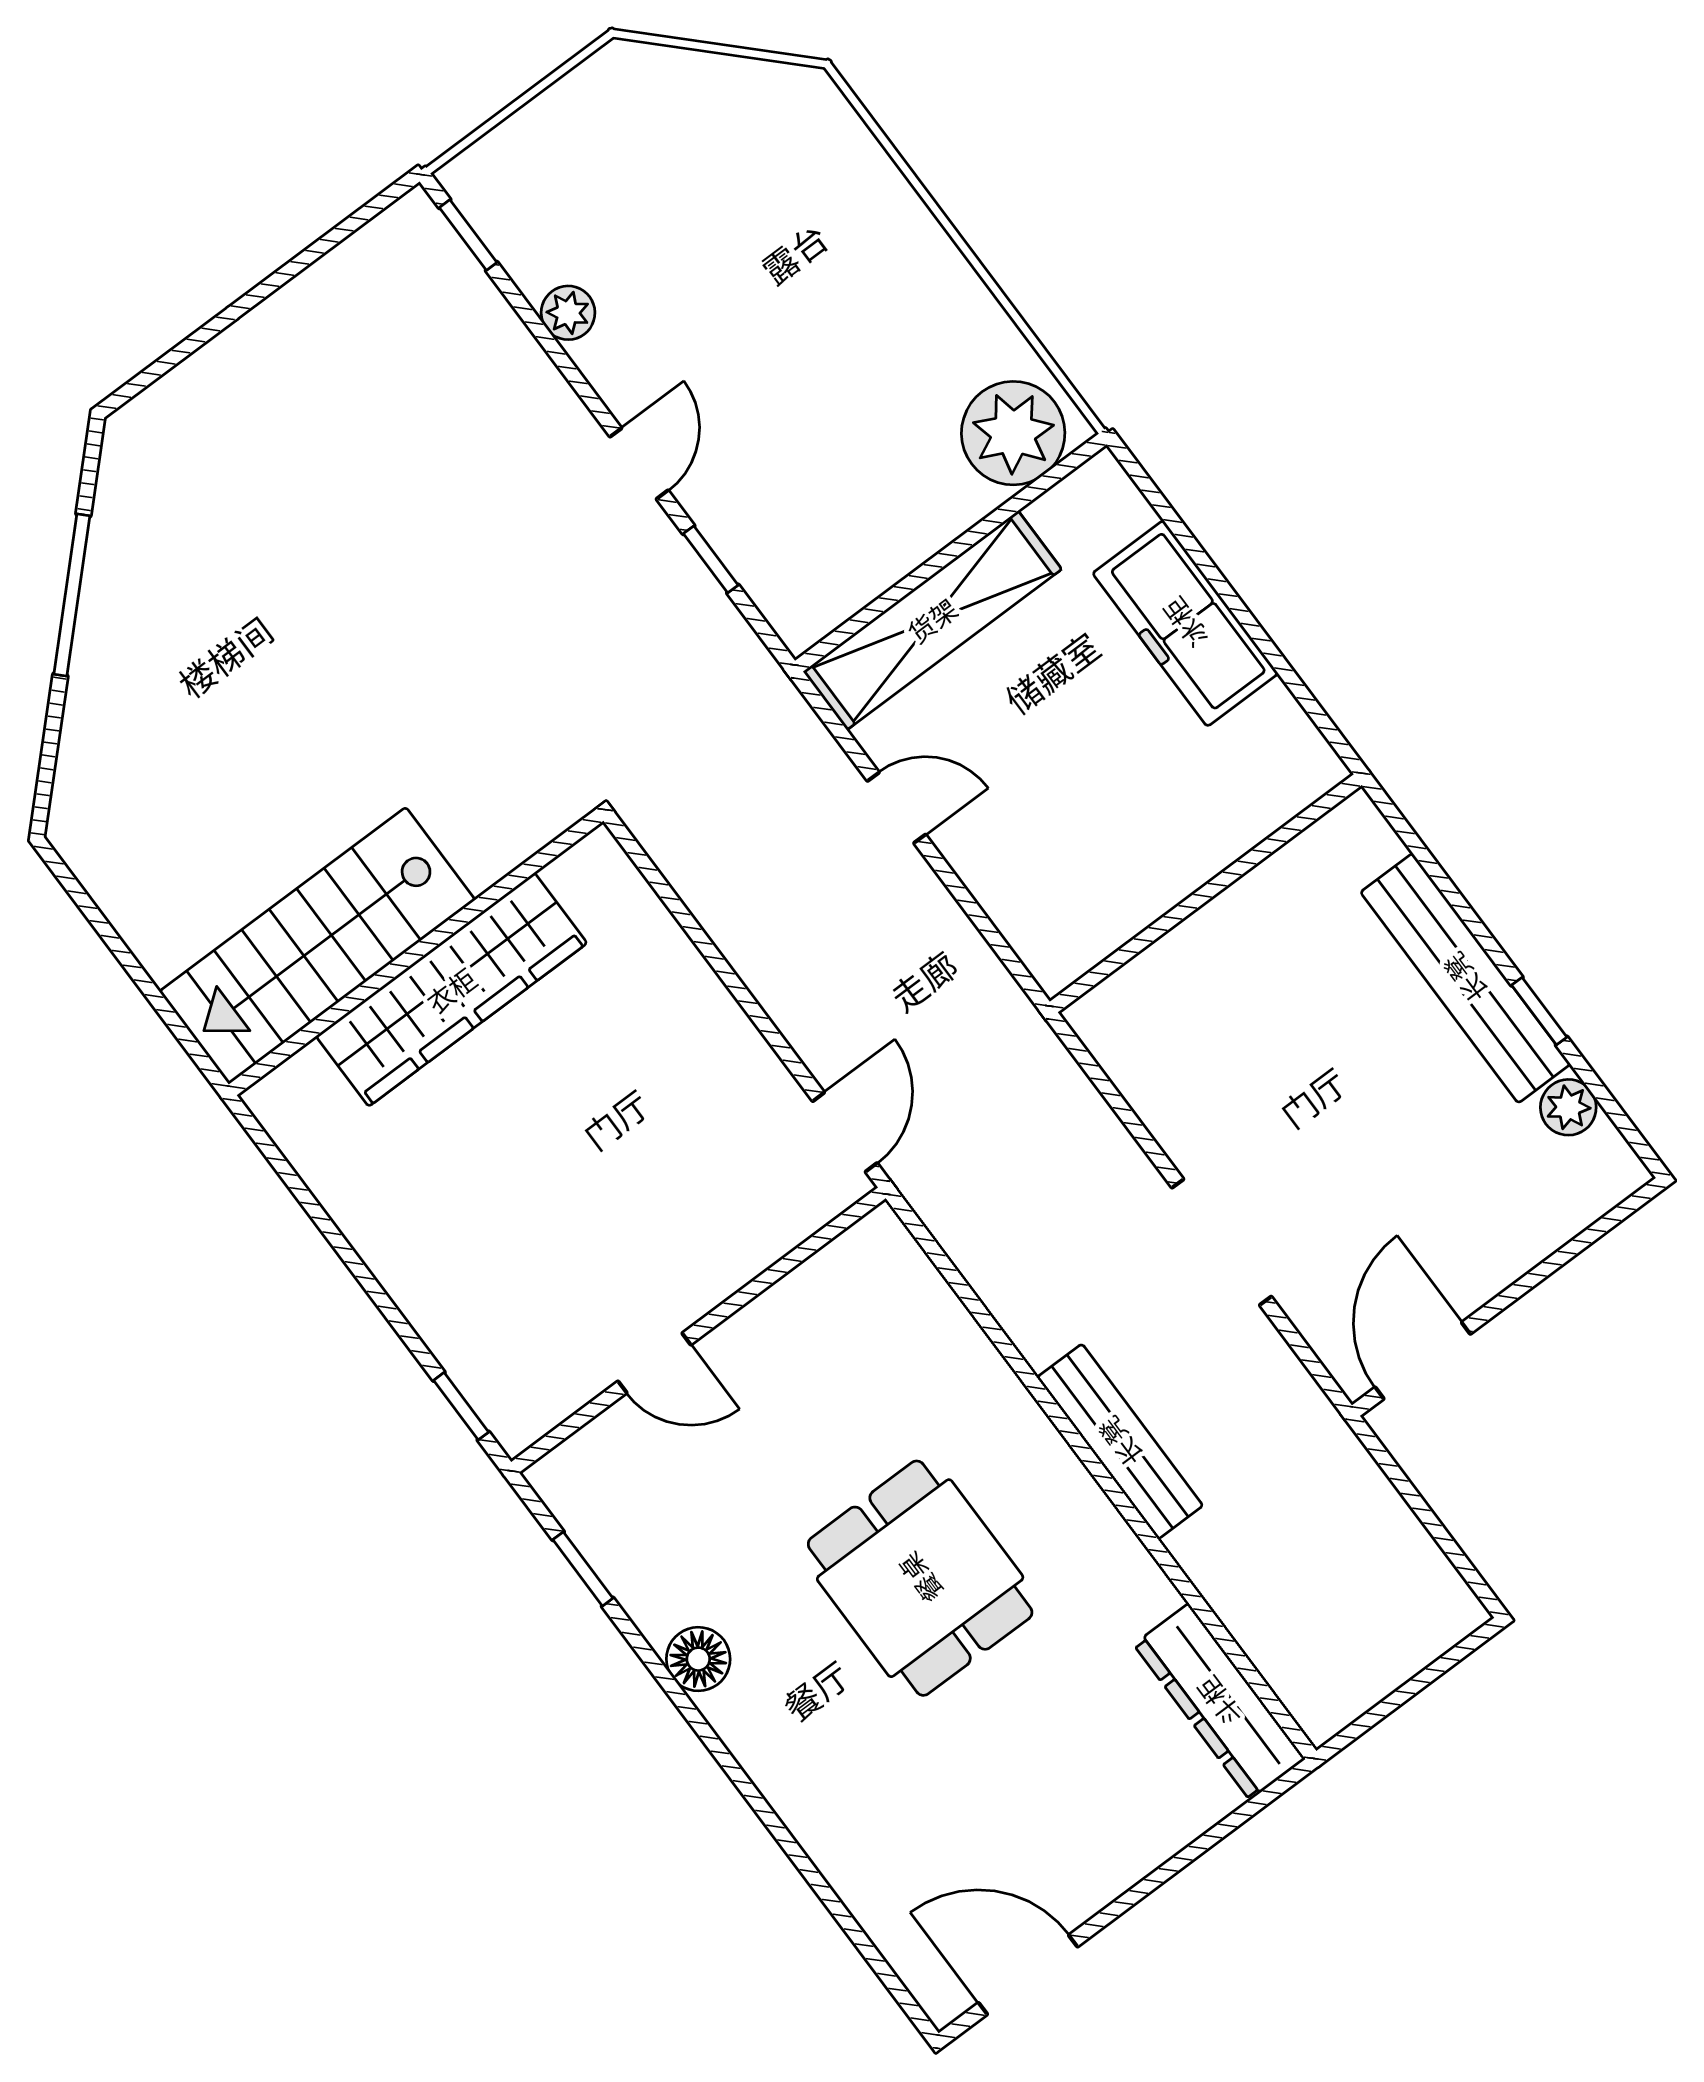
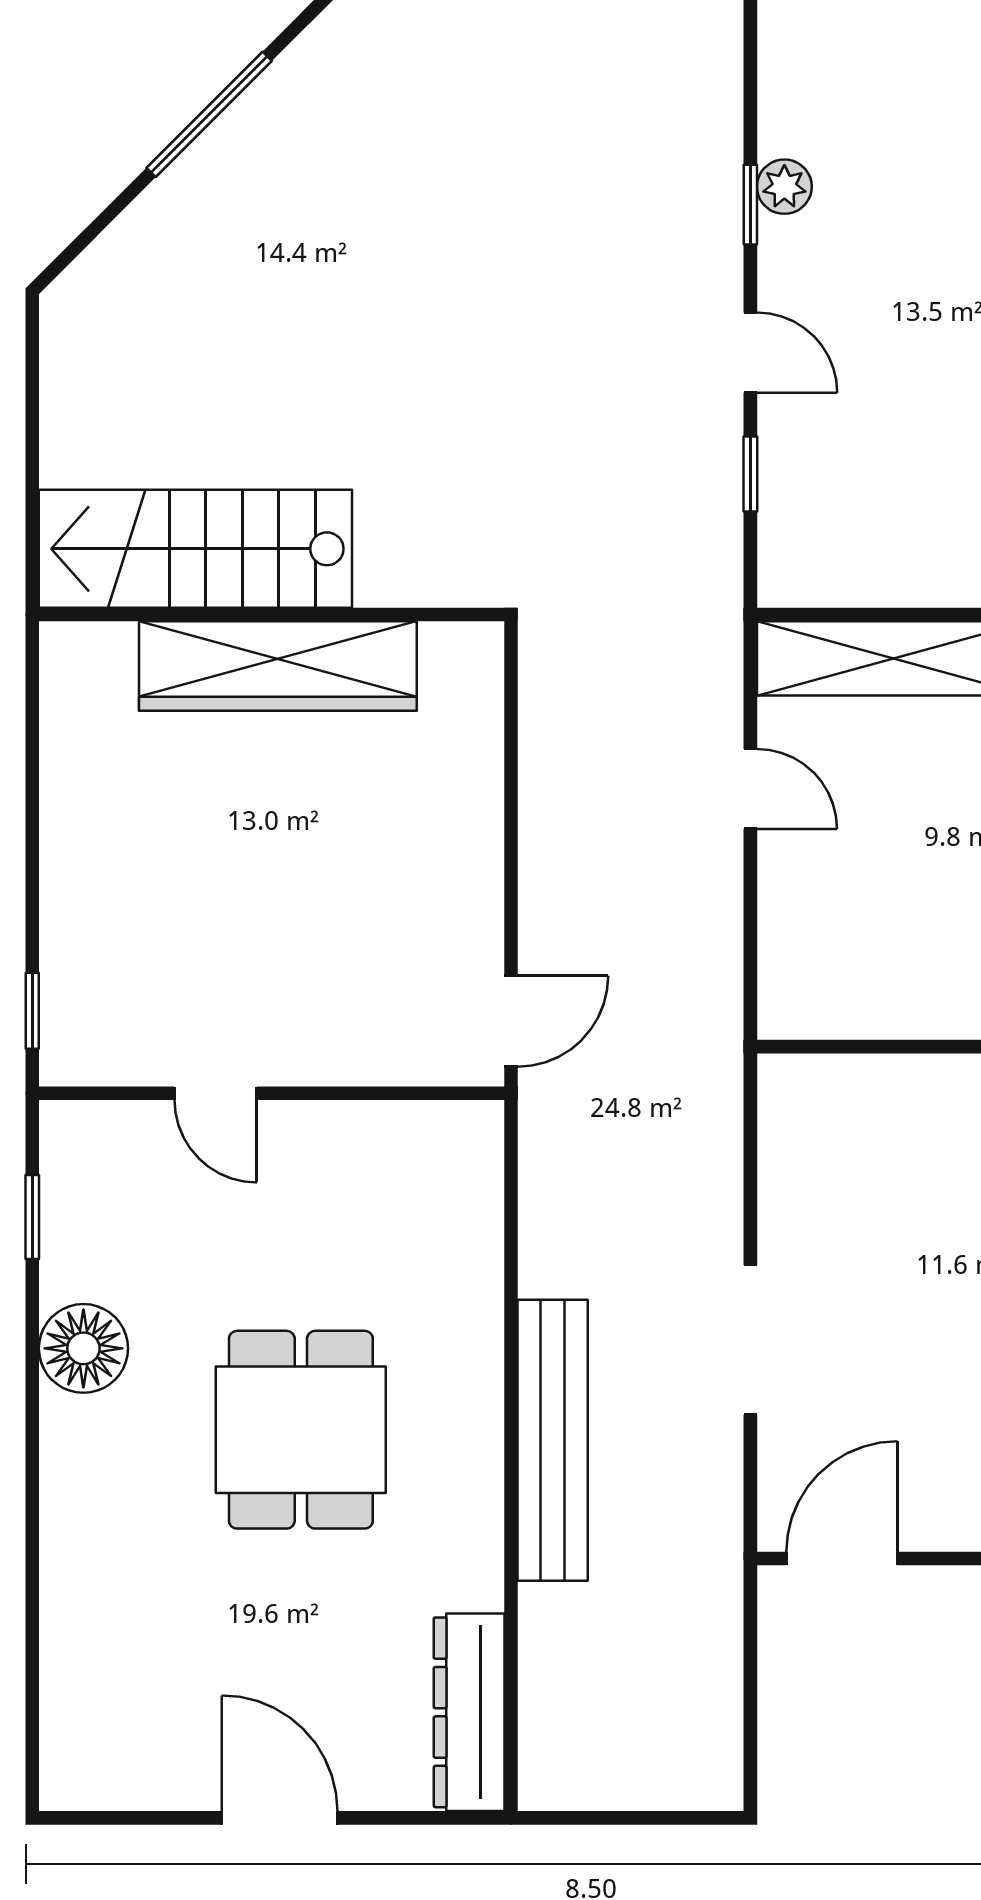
window: (468, 235) -> (750, 205), moved
door: (639, 464) -> (750, 352), hinge flipped
bench: (1120, 1442) -> (553, 1440), width x1.37, depth x1.21
floor lamp: (698, 1659) -> (83, 1348), width x1.38, depth x1.38
door: (1028, 1975) -> (280, 1818), moved

